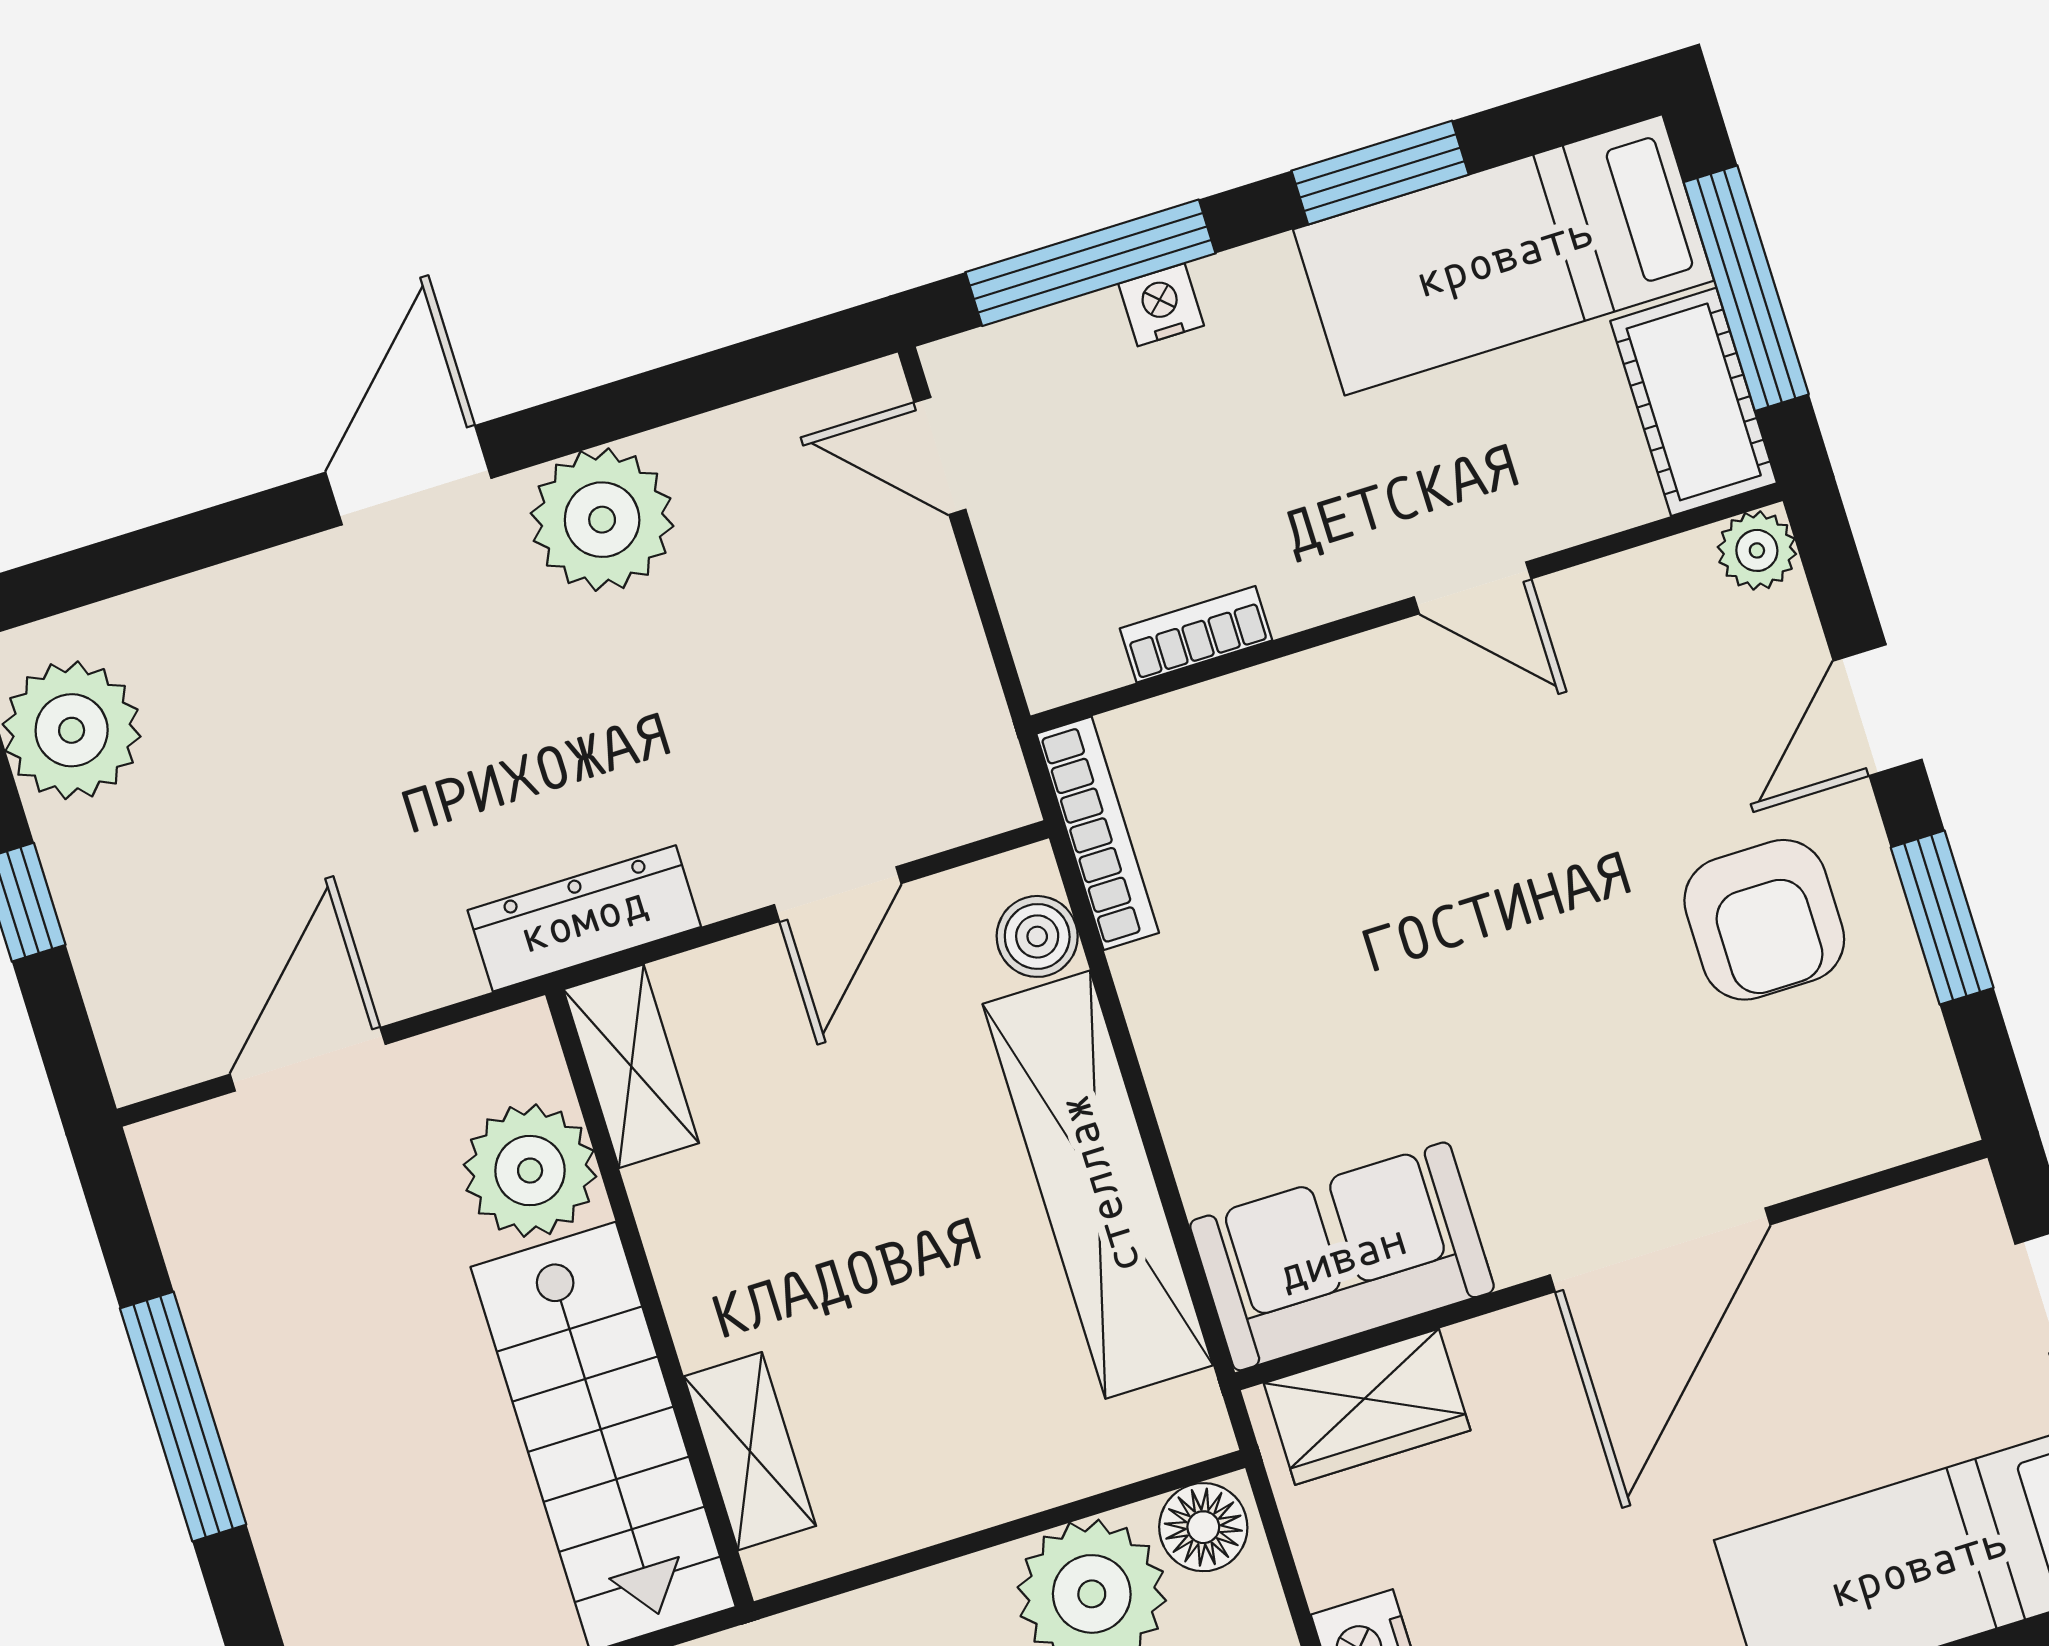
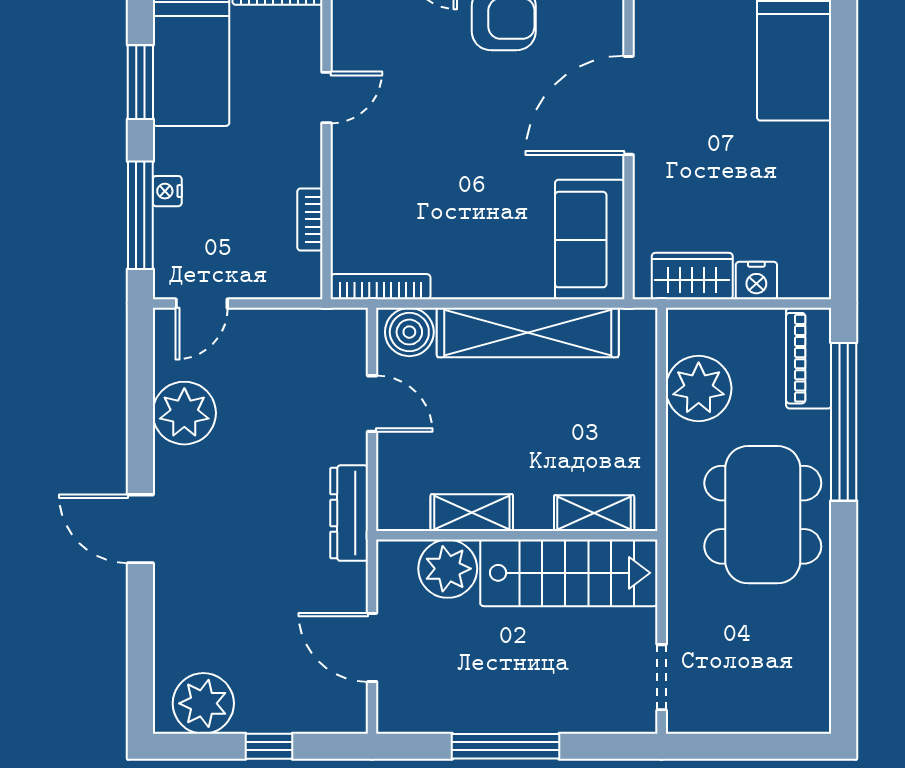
plant: (602, 520) -> (184, 413), moved
boiler: (1037, 936) -> (409, 332), width x1.36, depth x1.36
shelving: (631, 1066) -> (472, 513), moved
door: (1660, 1250) -> (629, 105), swing flipped
wardrobe: (1367, 1407) -> (692, 276), moved, turned -90
floor lamp: (1203, 1527) -> (685, 333), removed

